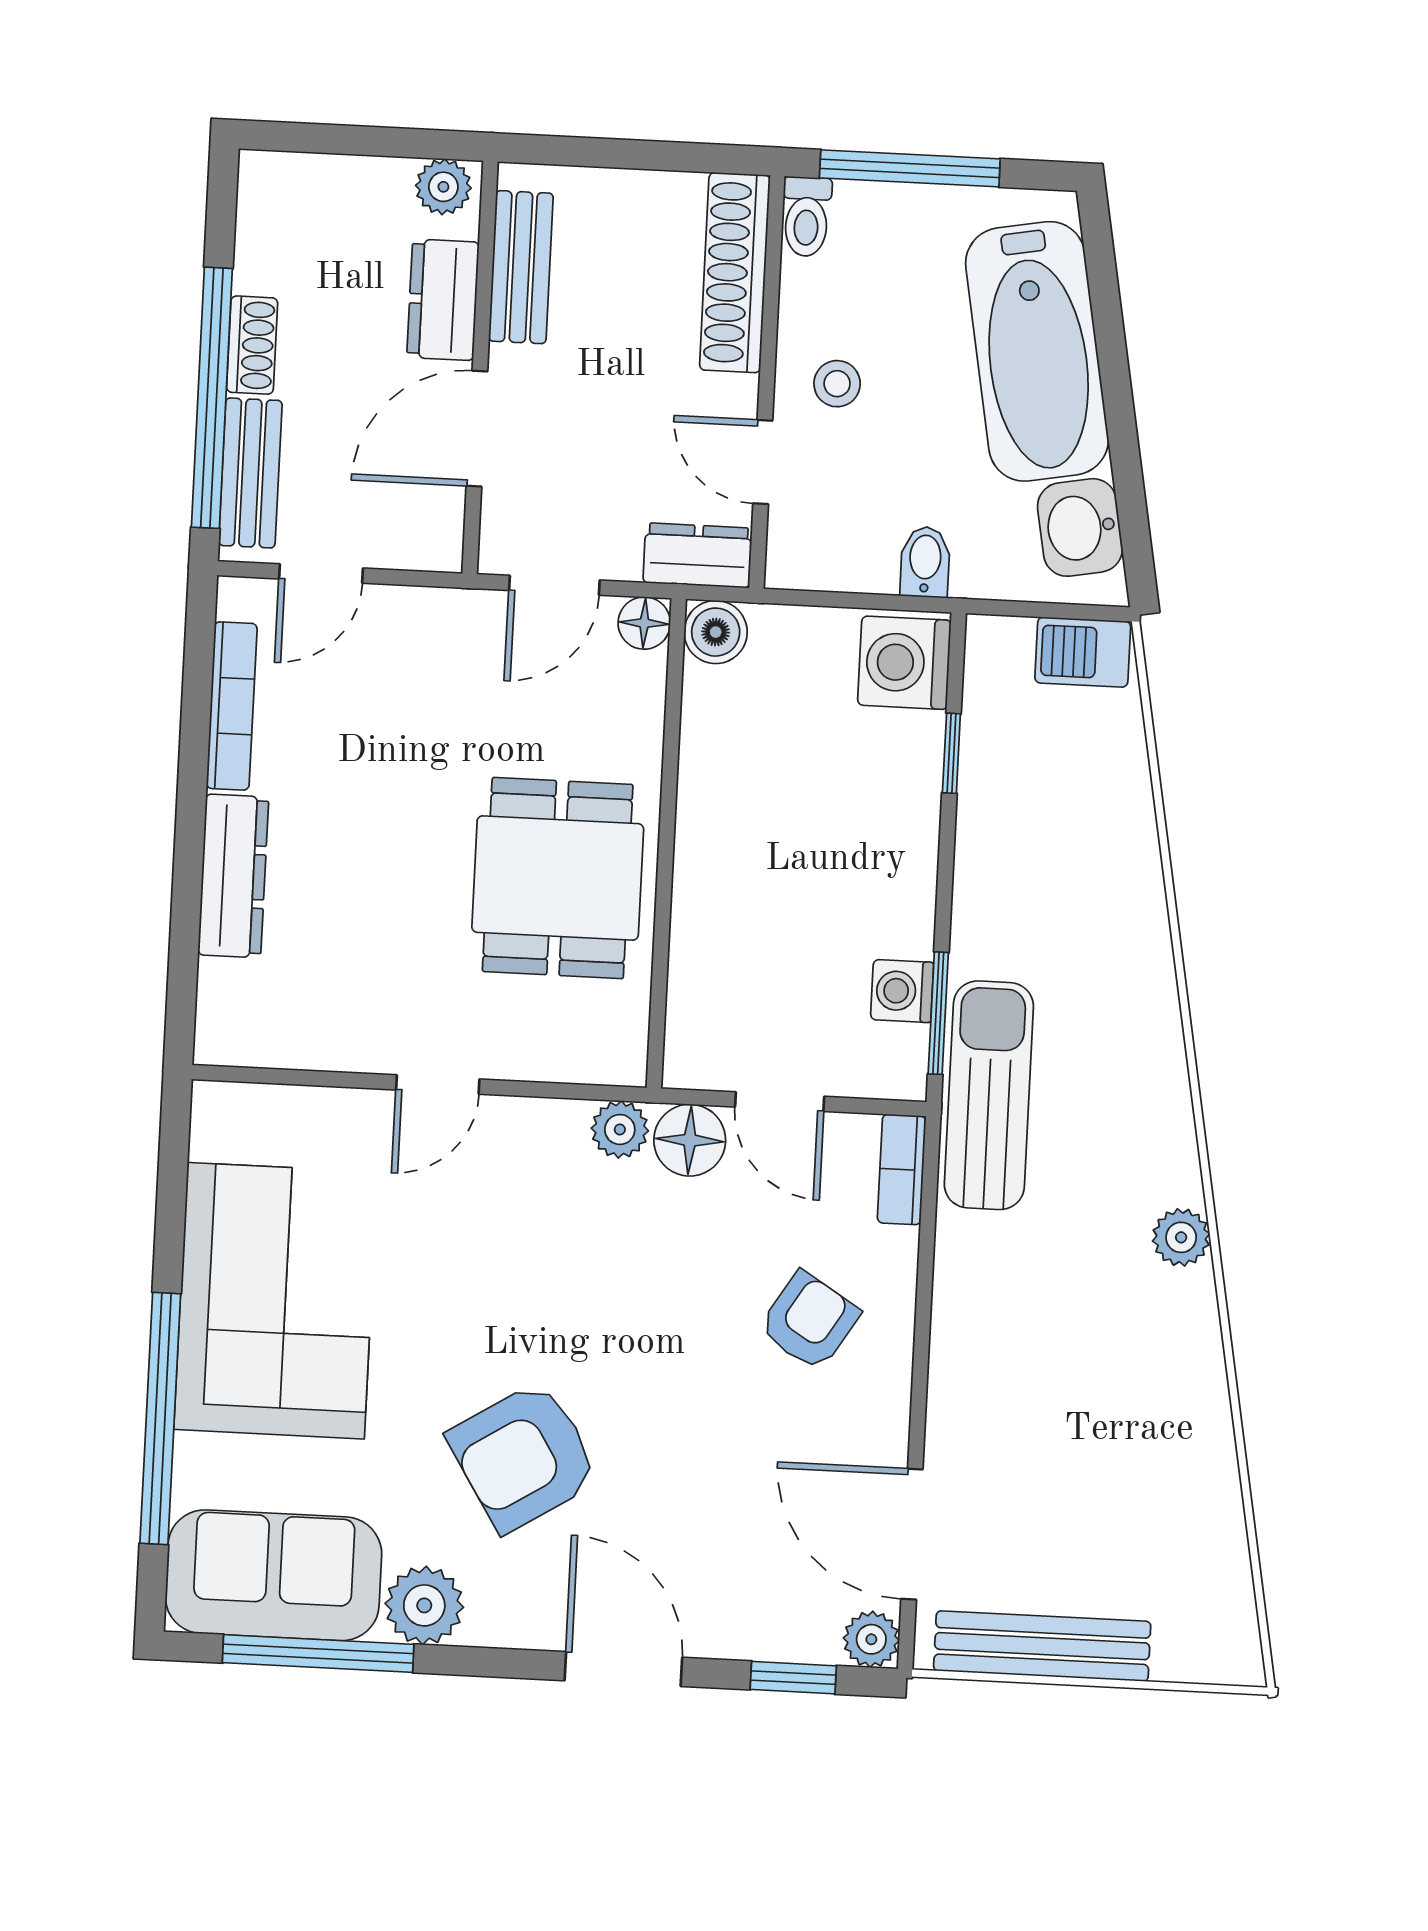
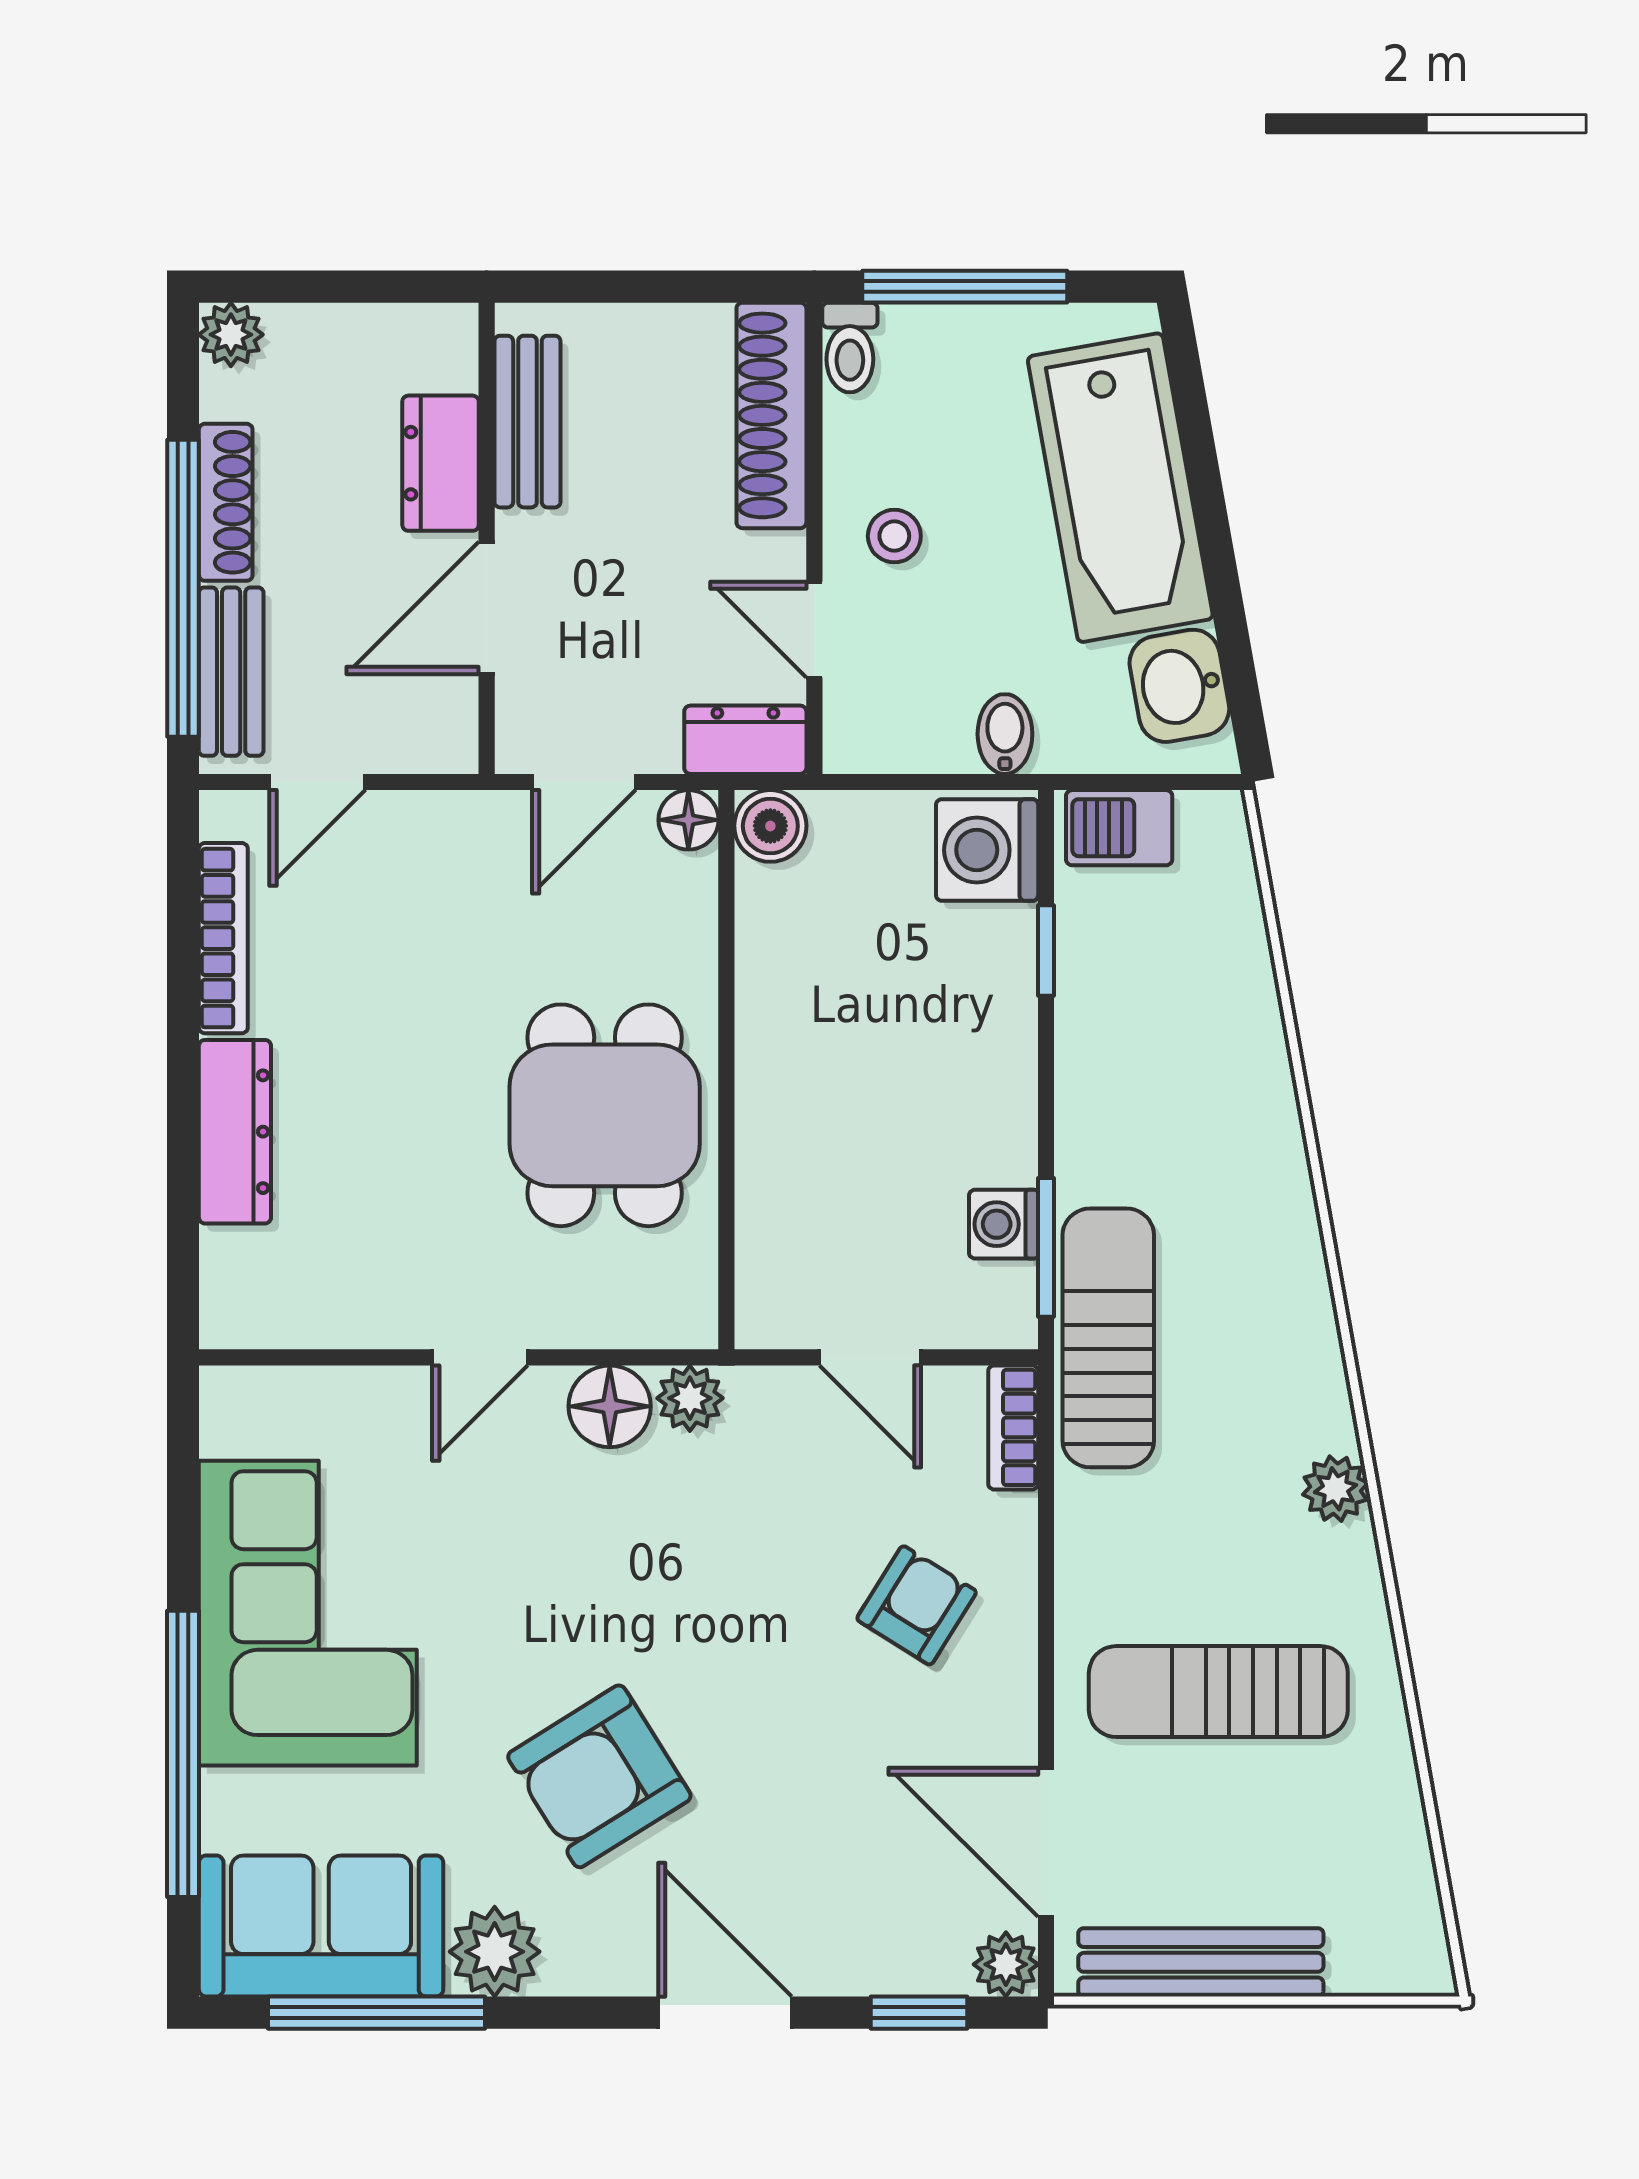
plant: (443, 187) -> (231, 335), moved
shoe rack: (252, 345) -> (226, 502), width x1.43
barbecue: (1083, 652) -> (1119, 828), moved
floor lamp: (690, 1140) -> (610, 1406), moved
sun lounger: (1070, 1410) -> (1218, 1692), added

